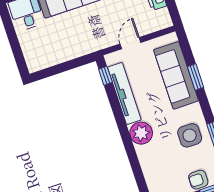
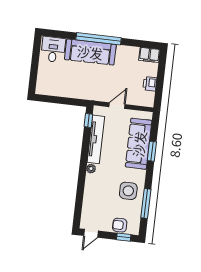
plant: (141, 133) -> (91, 169), width x0.53, depth x0.53

